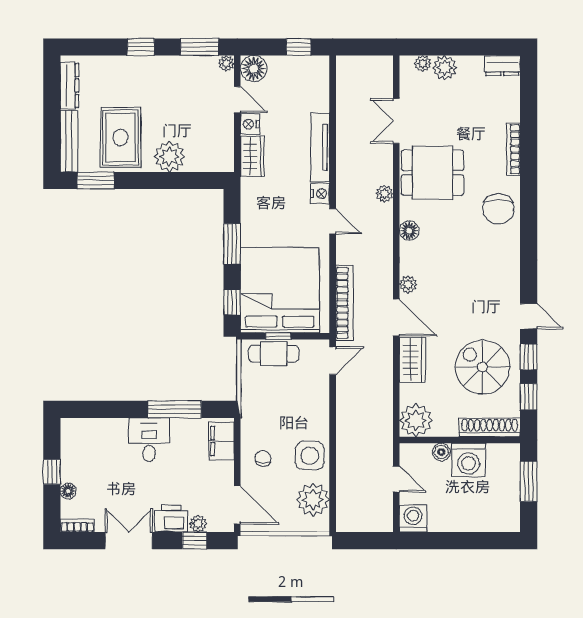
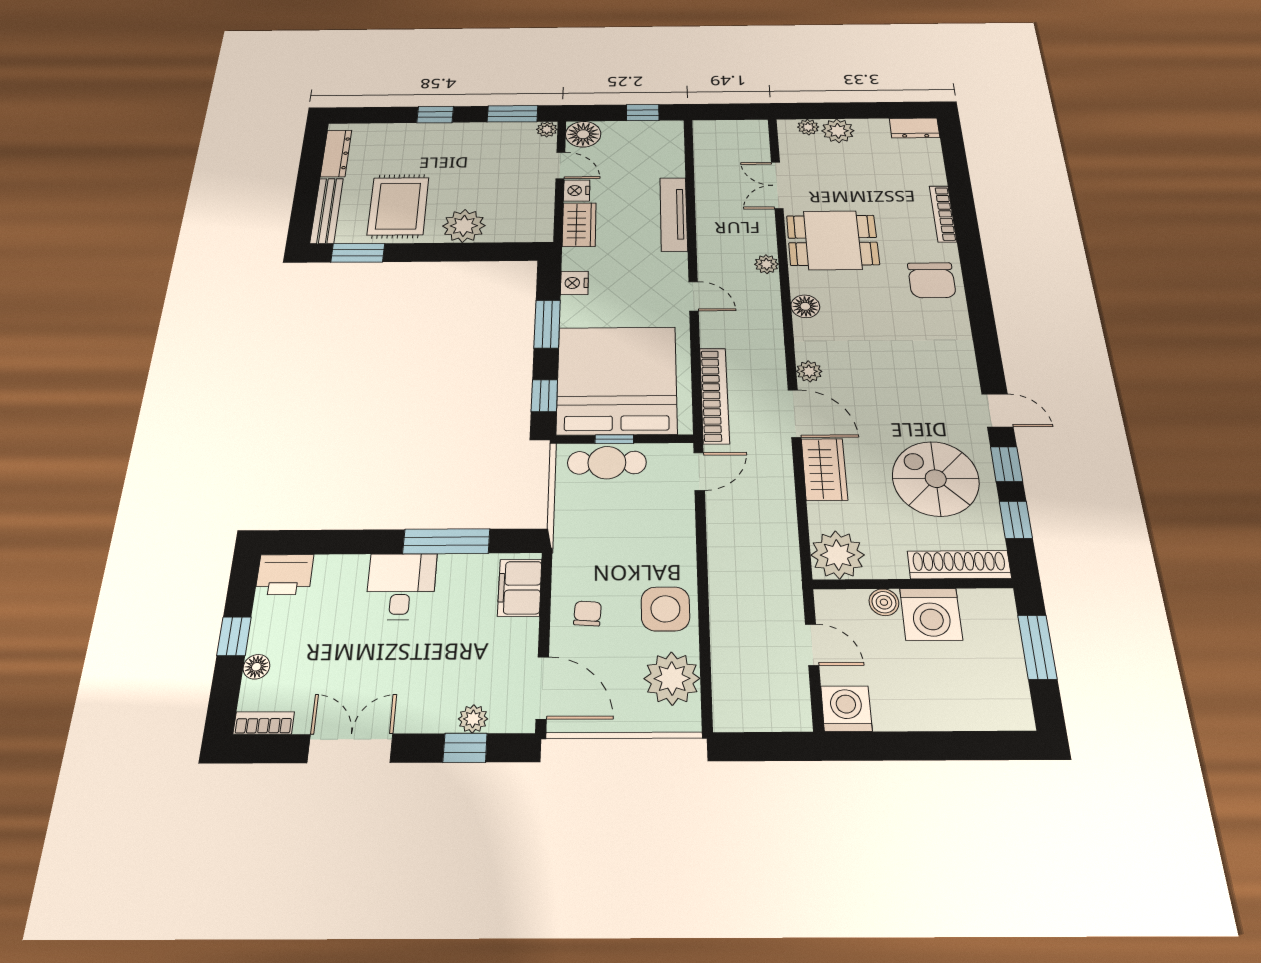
nightstand: (320, 194) -> (574, 283), moved, turned 180
printer: (171, 519) -> (284, 575), moved, turned 180

